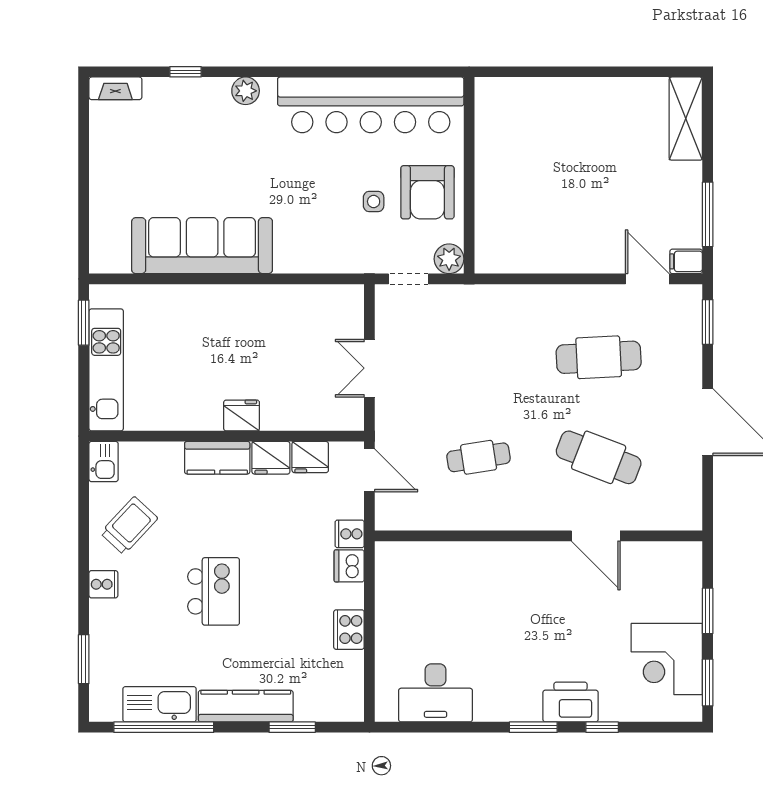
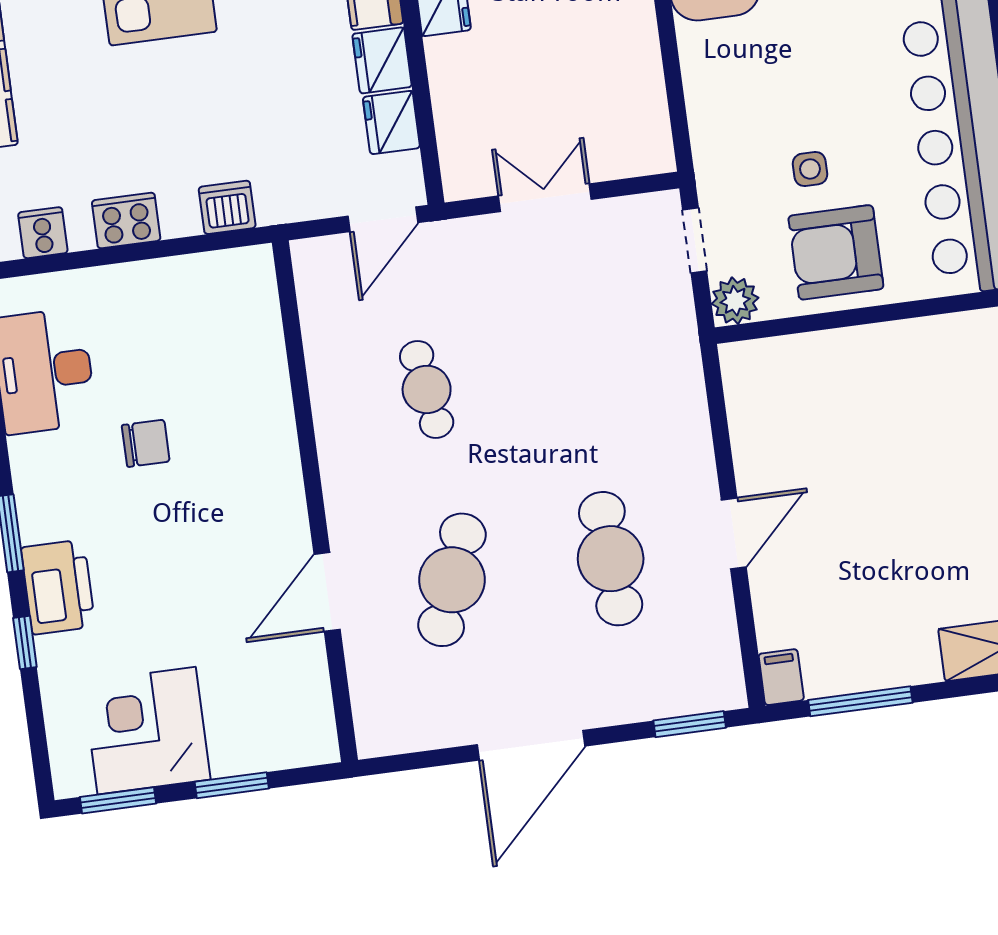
door: (647, 279) -> (734, 533), moved
cooker: (350, 534) -> (43, 233), moved
chair: (489, 636) -> (146, 443), added

